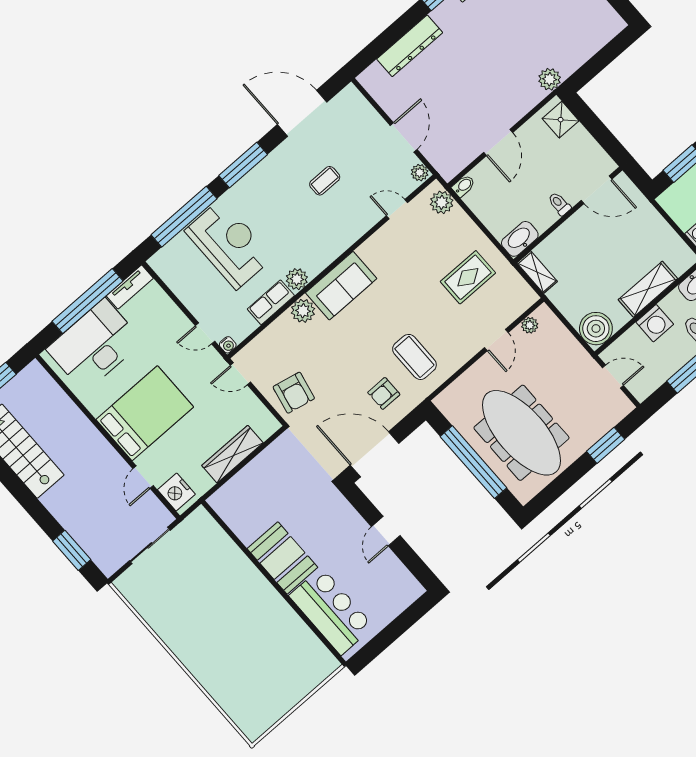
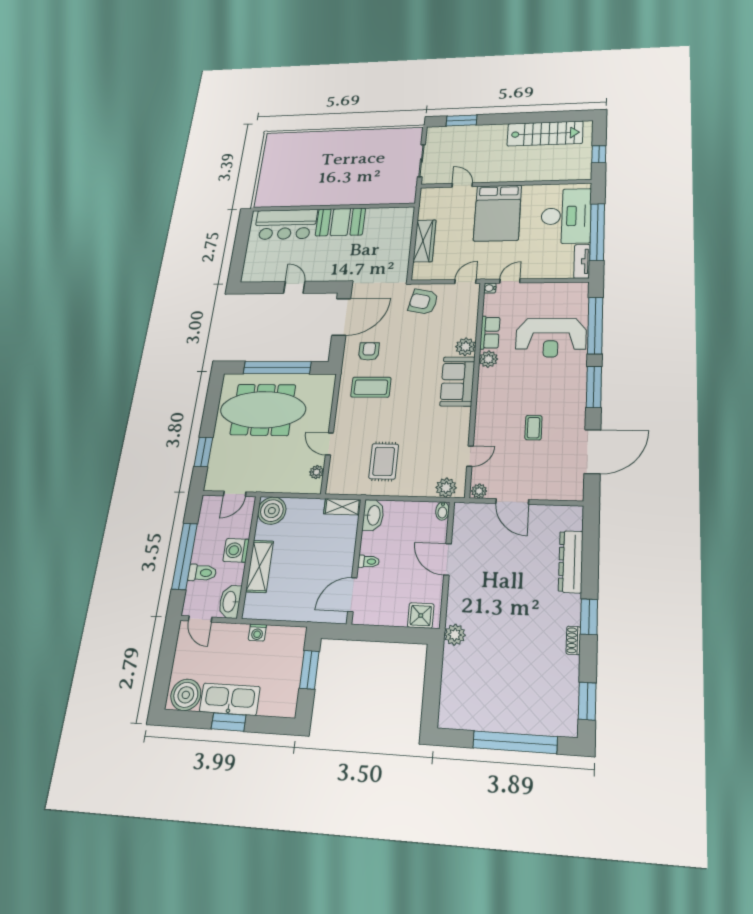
nightstand: (176, 492) -> (435, 196), removed

